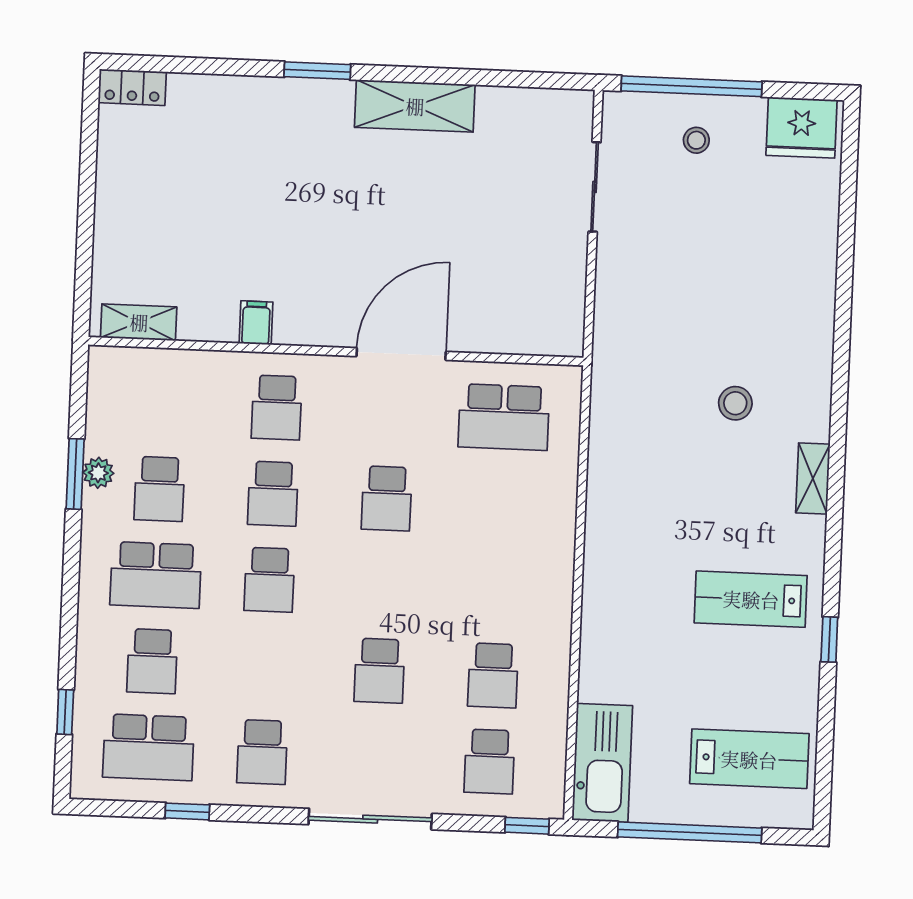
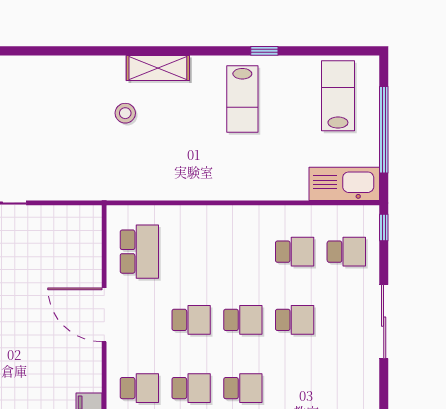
shelving: (813, 478) -> (158, 68), width x1.50, depth x1.33
school desk: (262, 752) -> (243, 320), moved

